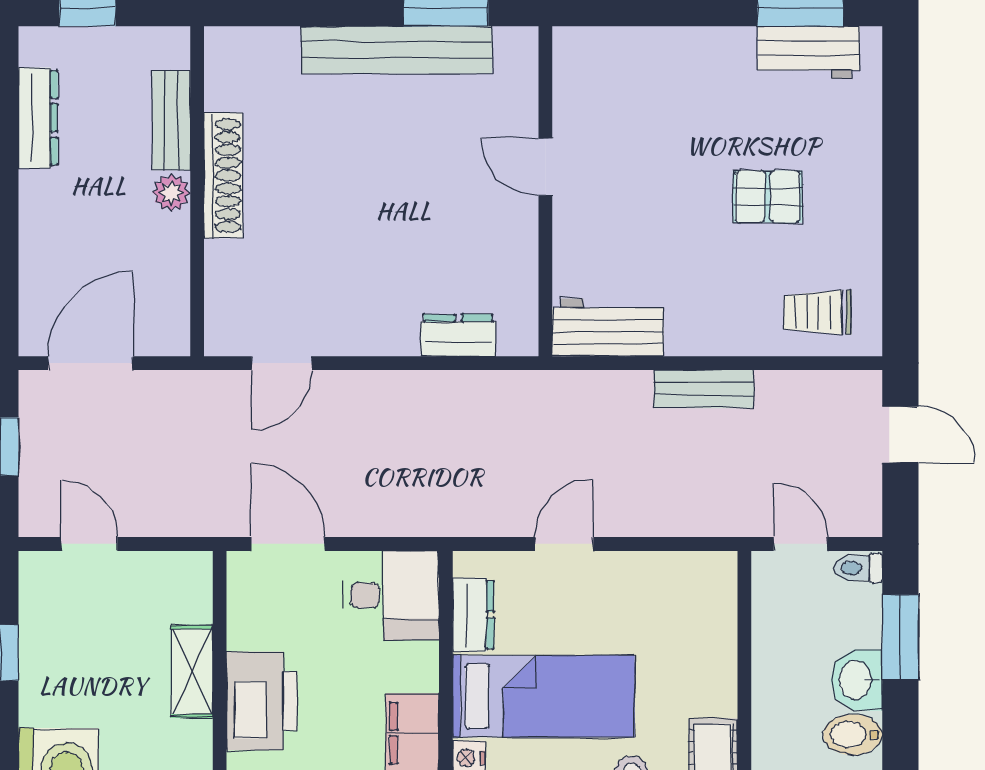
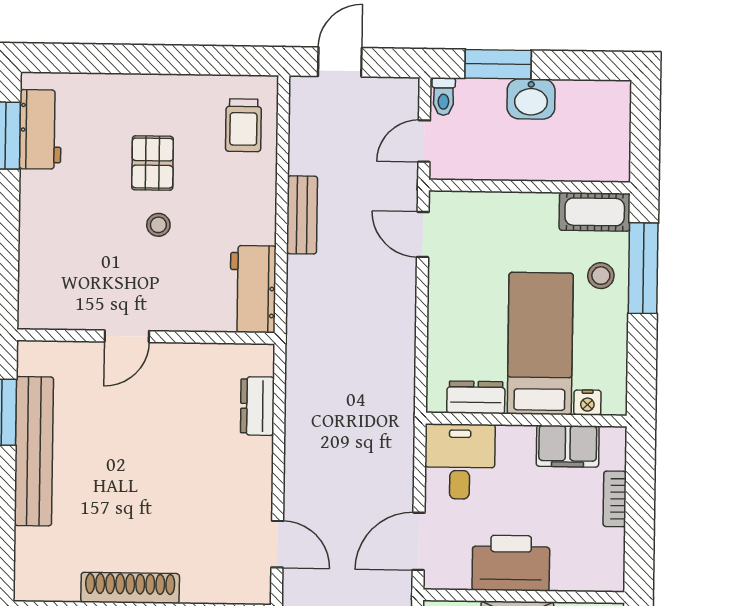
stool: (689, 205) -> (158, 225), added
door: (564, 544) -> (423, 235), moved
printer: (262, 701) -> (511, 563), moved
bidet: (853, 735) -> (574, 102), removed

